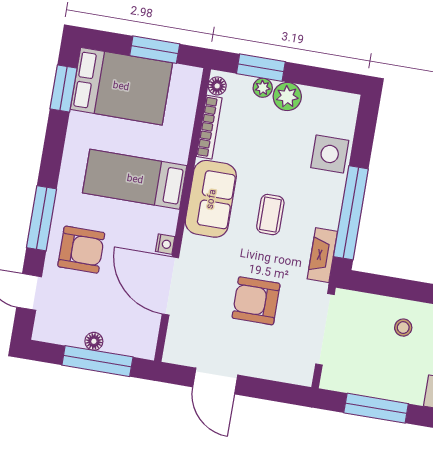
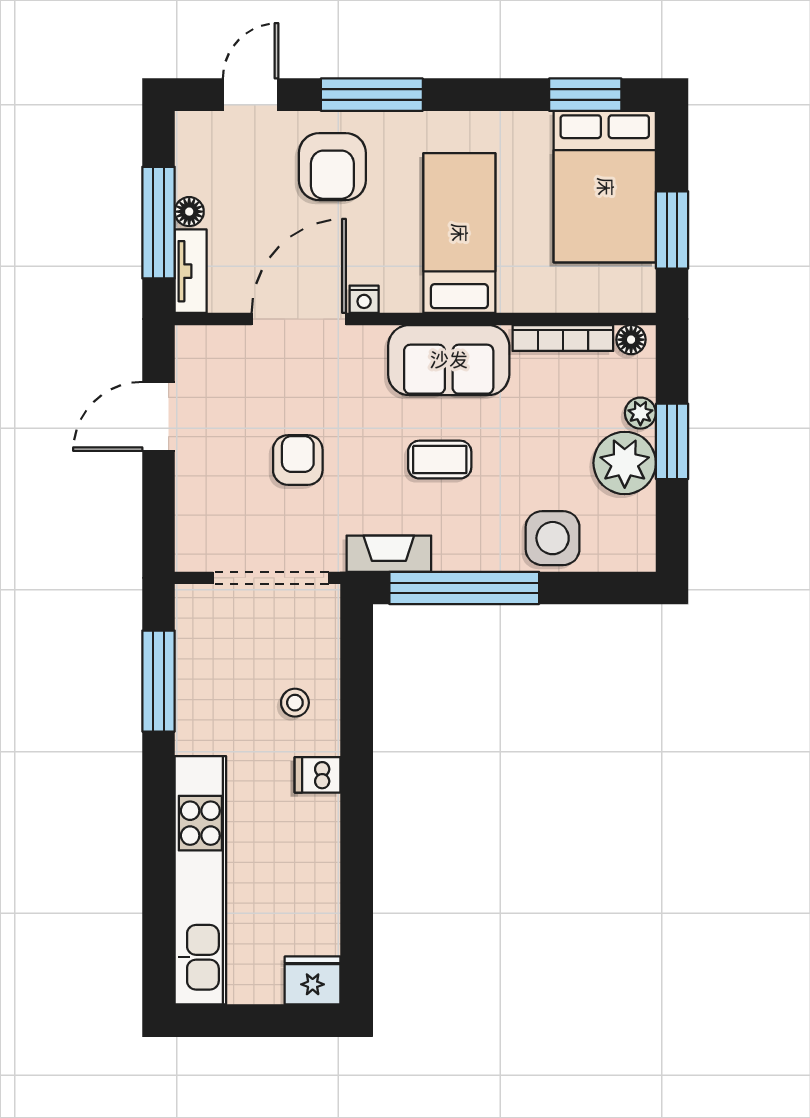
window: (261, 68) -> (672, 441), moved
plant: (287, 97) -> (625, 463), width x1.36, depth x1.36
armchair: (256, 301) -> (298, 460), width x0.72, depth x0.72
tv unit: (130, 347) -> (191, 271), added

